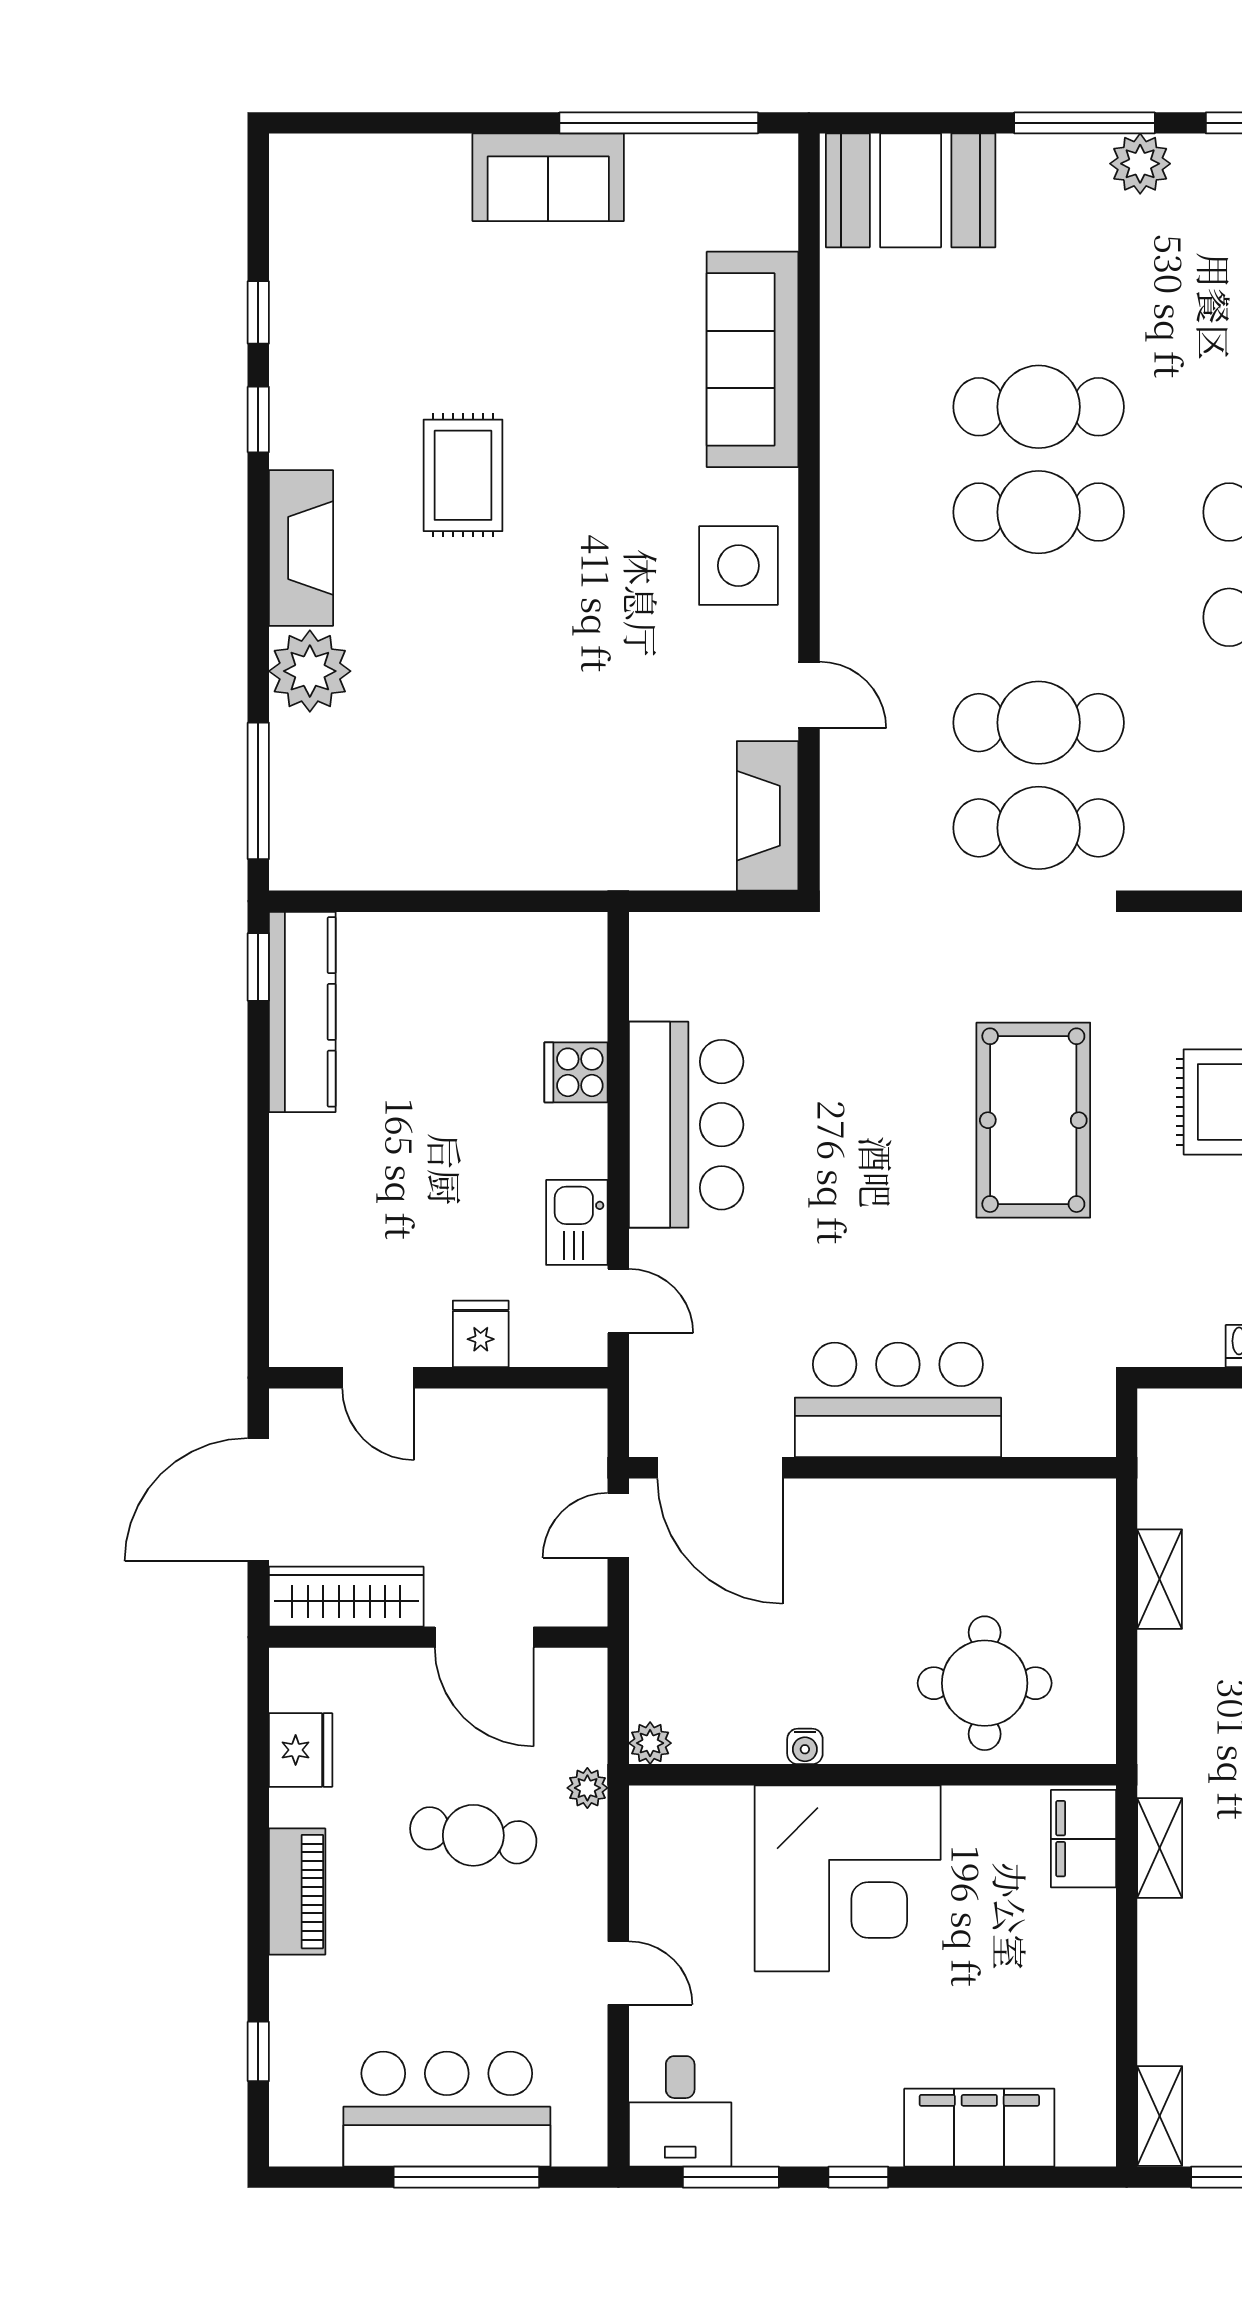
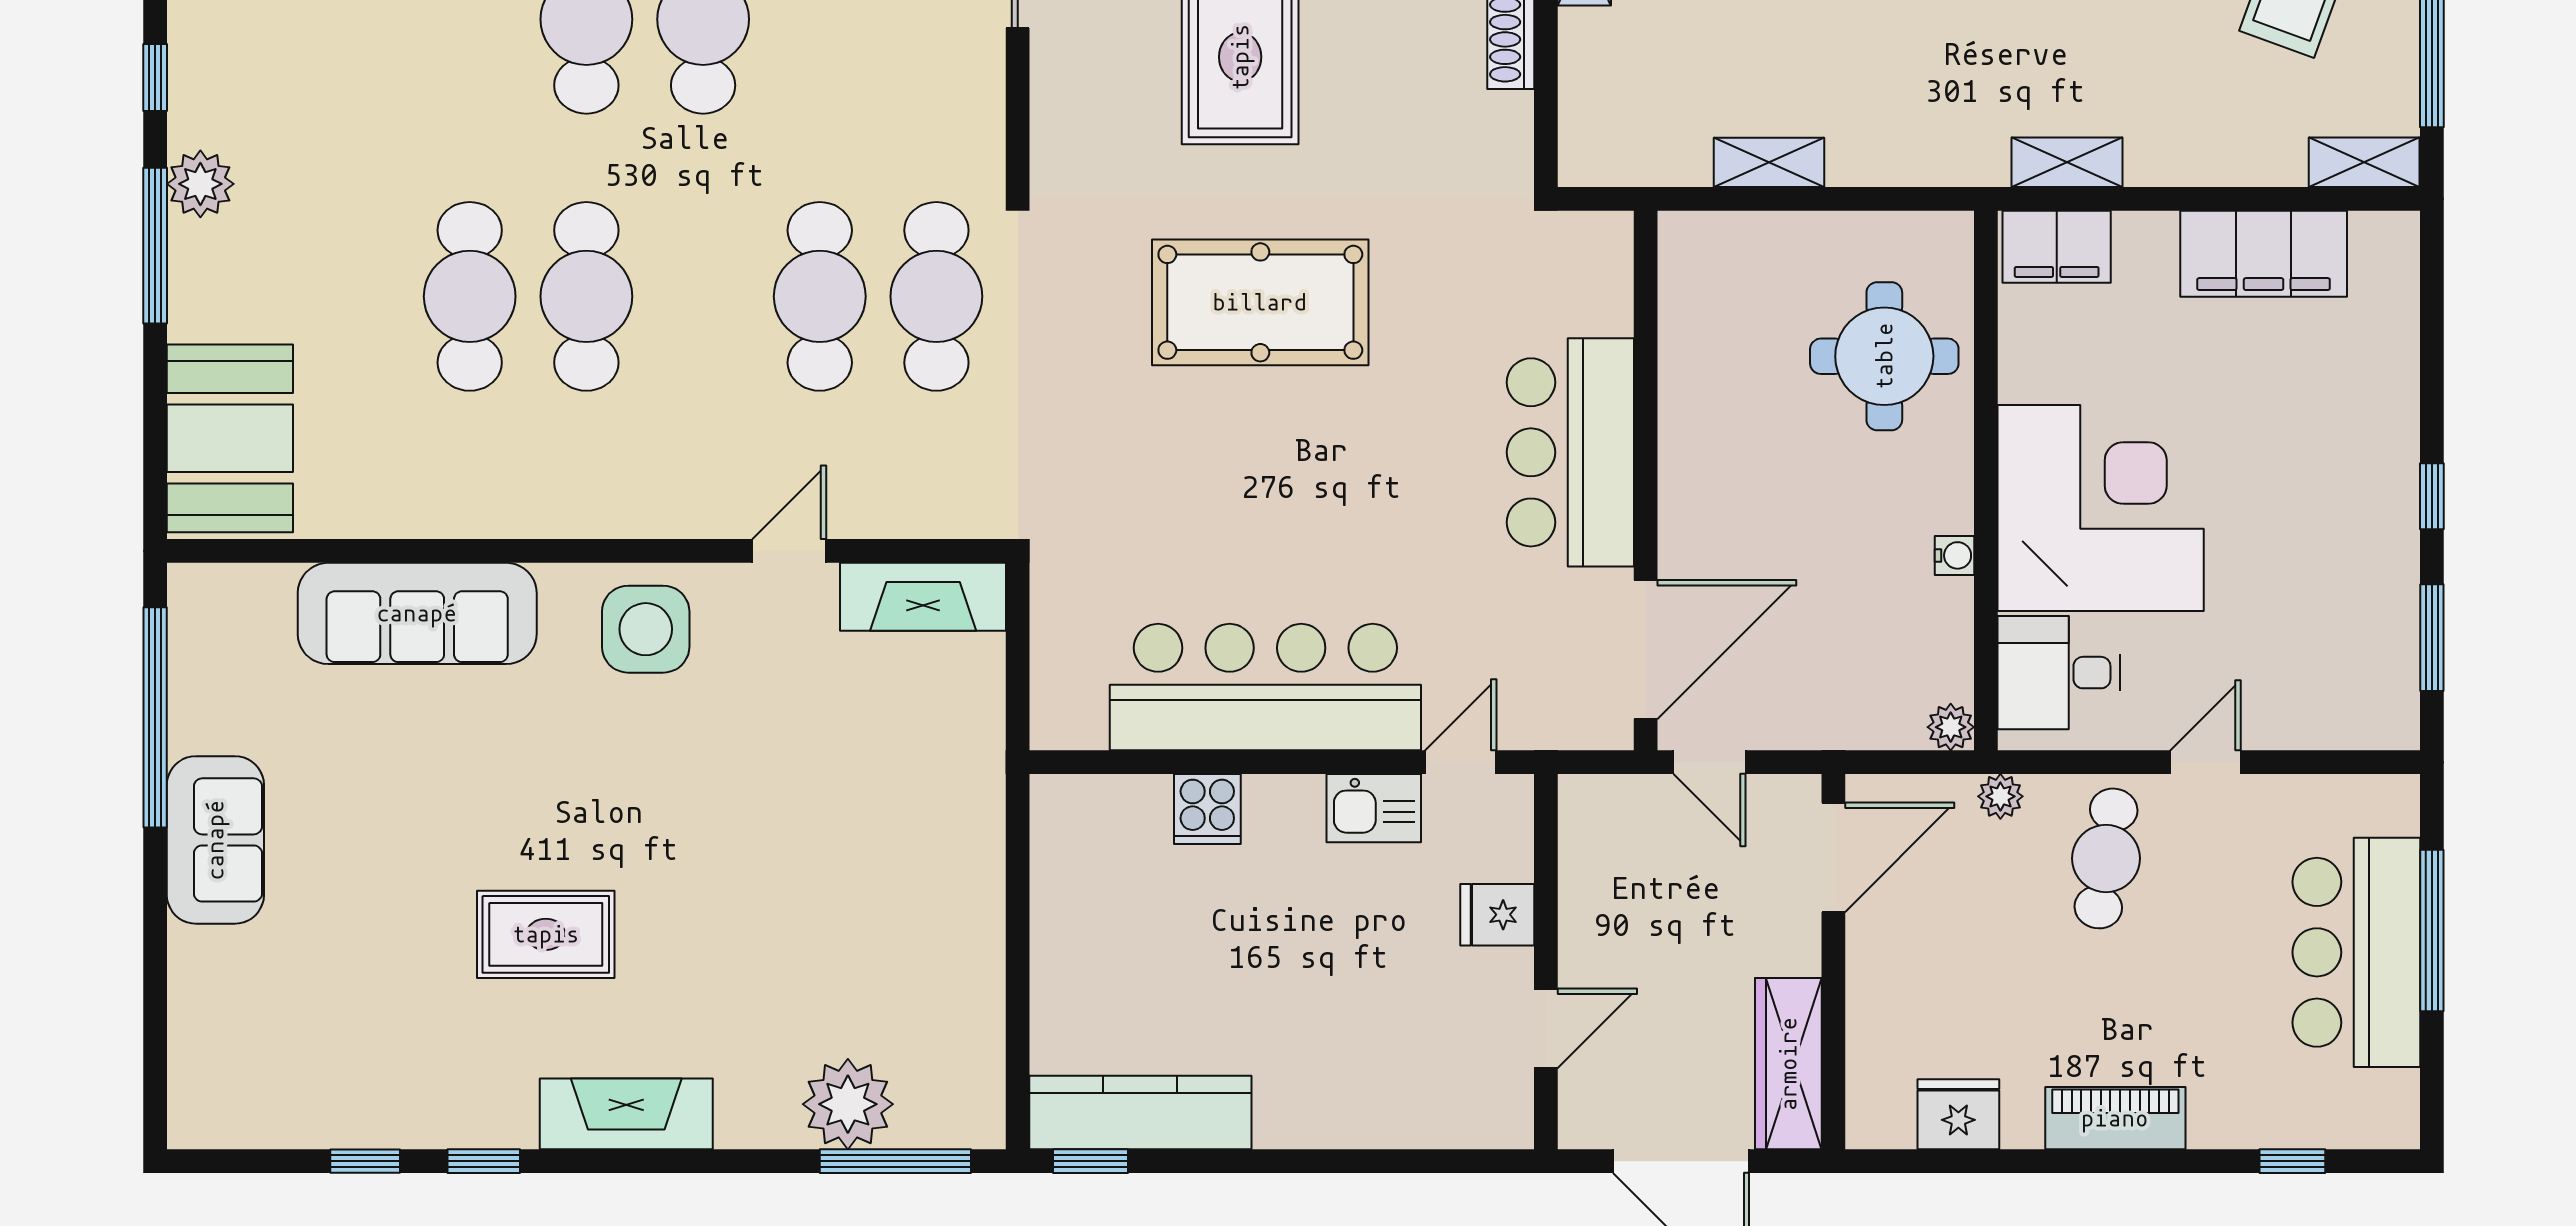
plant: (310, 671) -> (848, 1104), moved
bar counter: (686, 1125) -> (1265, 687), width x1.36
door: (484, 1637) -> (1833, 857), moved
cafe table: (473, 1835) -> (2106, 858), moved
desk: (680, 2111) -> (2059, 673), moved, turned 180
filing cabinet: (979, 2128) -> (2264, 254), moved, turned -90

